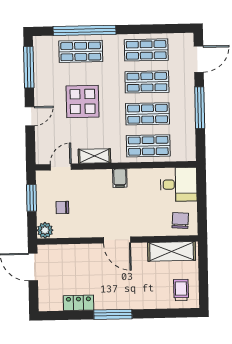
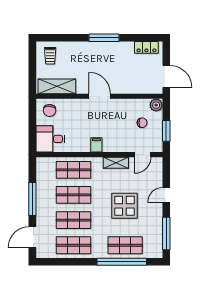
locker: (78, 303) -> (146, 47), moved

